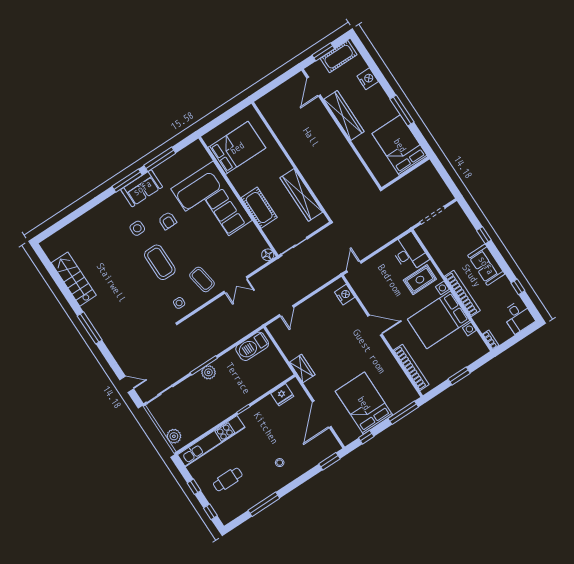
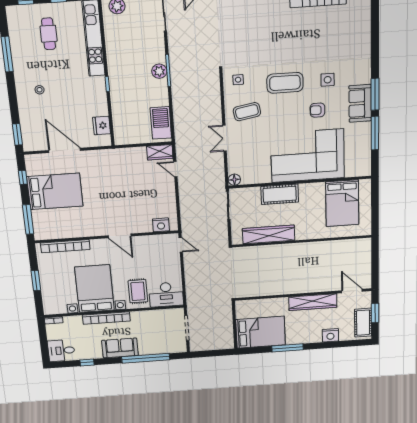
window: (484, 235) -> (146, 358), width x3.17
door: (375, 325) -> (120, 236), hinge flipped
wardrobe: (302, 369) -> (160, 152), moved

